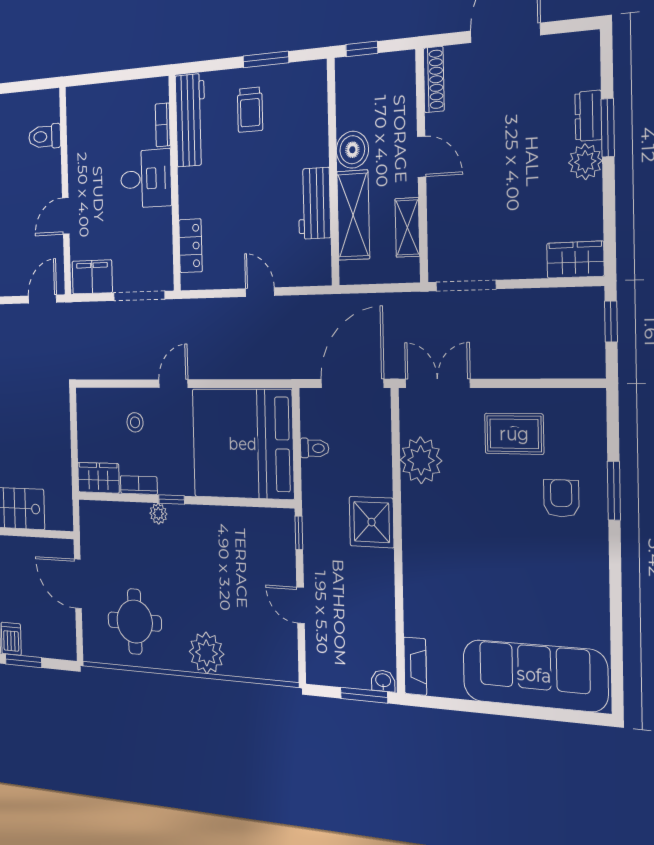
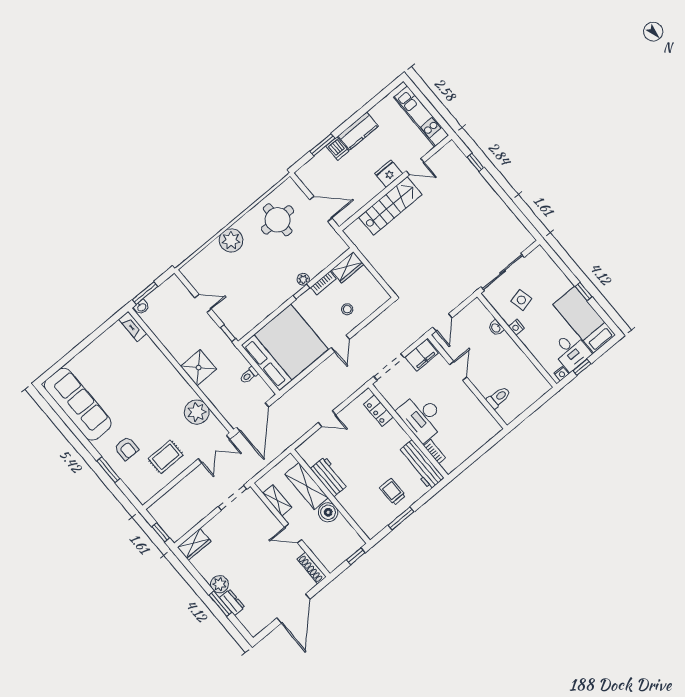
desk: (146, 179) -> (422, 417), width x1.37
sofa: (534, 675) -> (78, 404), moved, turned -90

